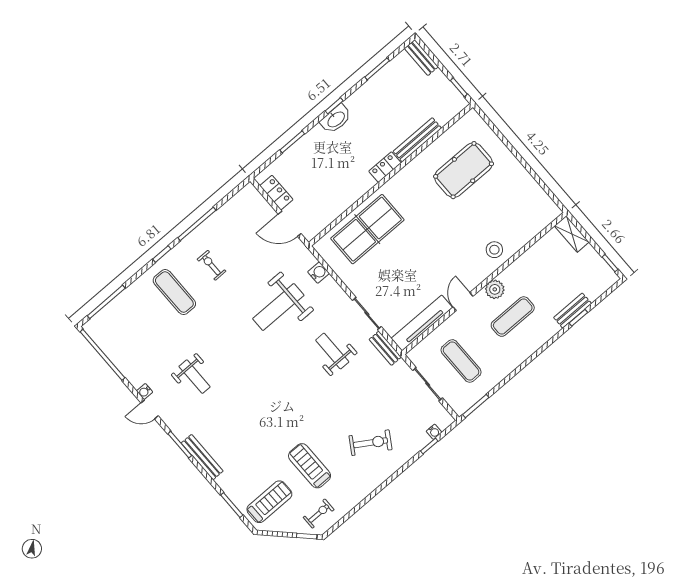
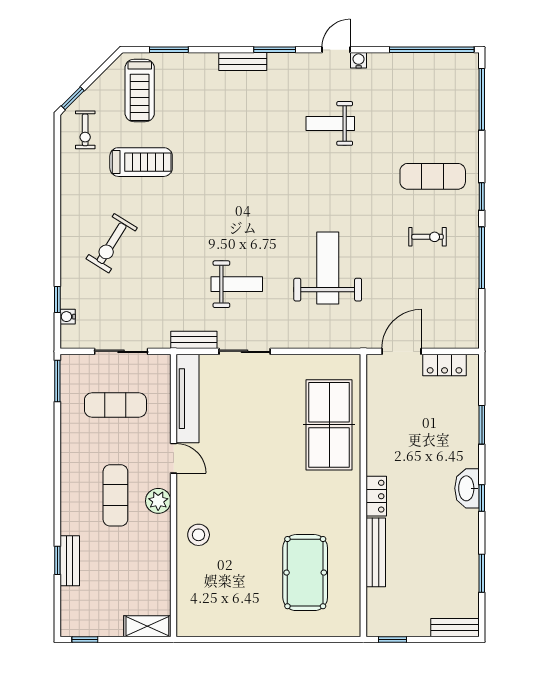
water cooler: (319, 273) -> (328, 338), removed
bench: (202, 457) -> (243, 62), width x0.73

